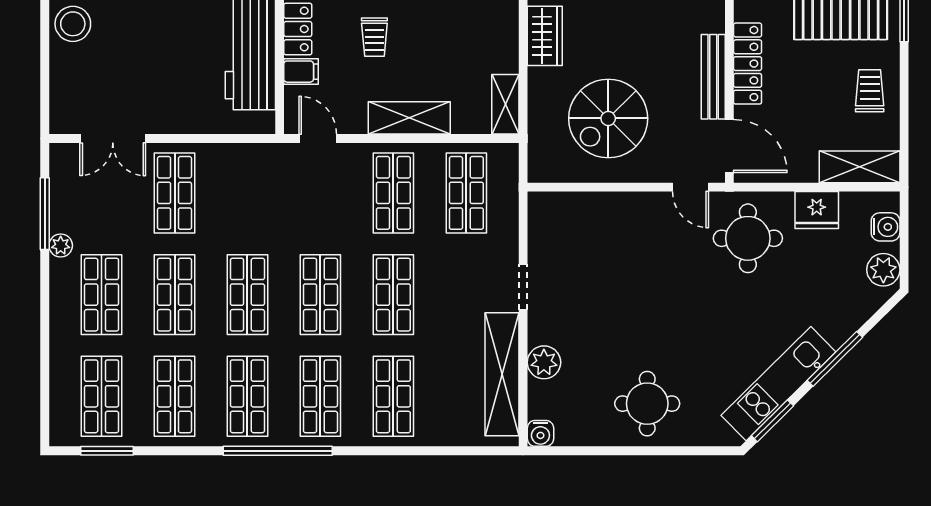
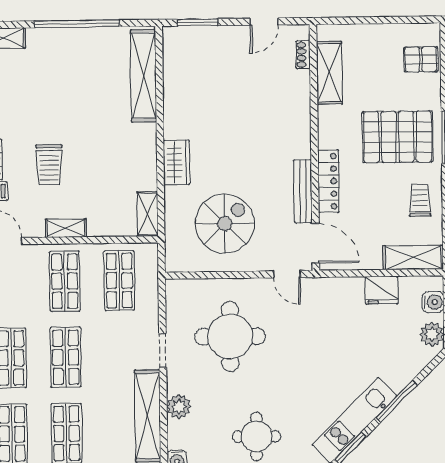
trolley: (374, 37) -> (49, 165), width x1.36, depth x1.39
shelving: (409, 118) -> (66, 228), width x0.67, depth x0.75
spiral stairs: (608, 118) -> (225, 224), turned 180
round table: (748, 238) -> (230, 336), moved, width x1.36, depth x1.36

